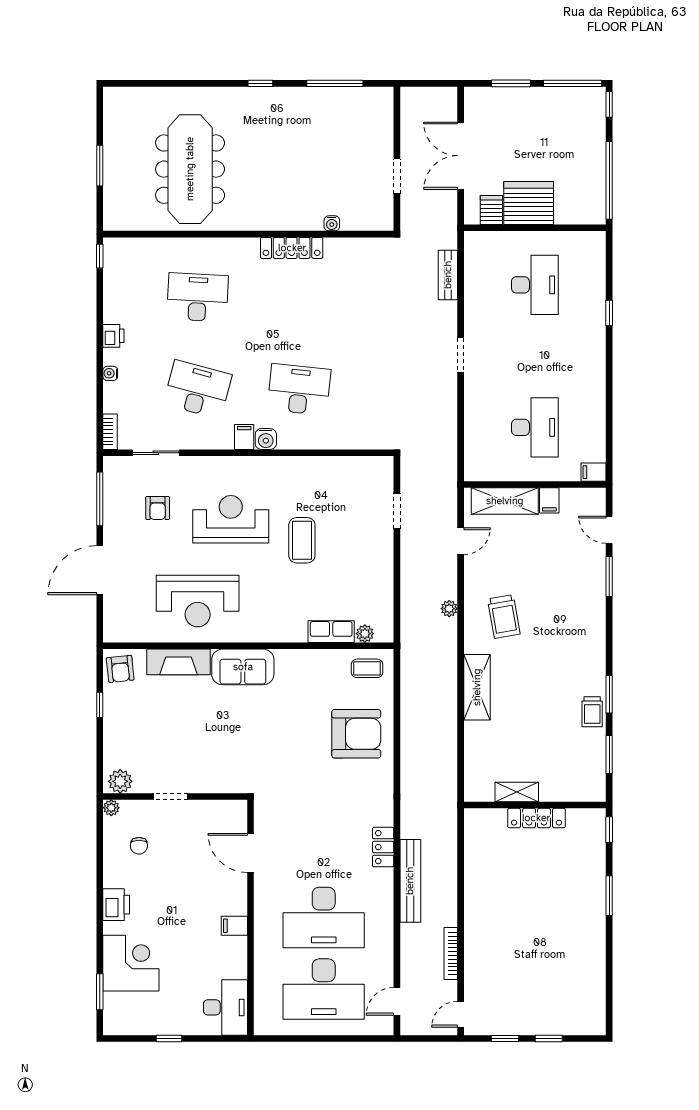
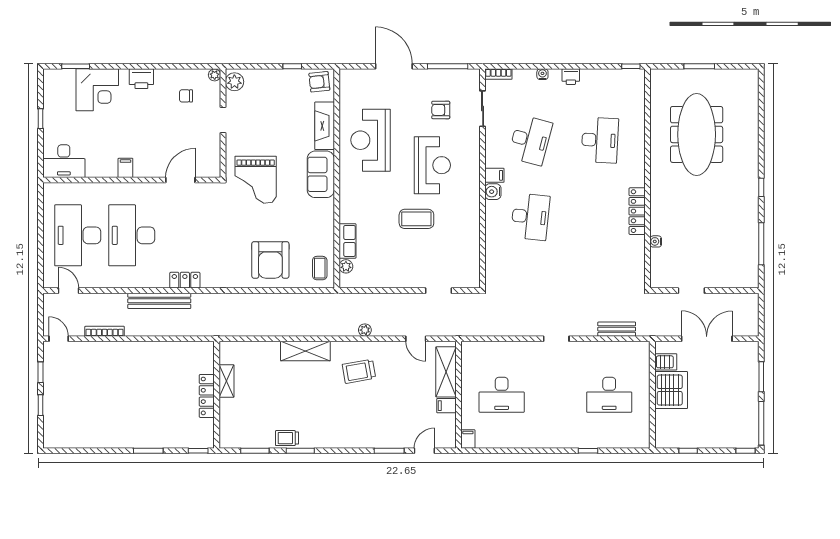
meeting table: (190, 169) -> (697, 134), turned 90
window: (609, 180) -> (688, 451), width x0.32
grand piano: (250, 753) -> (256, 180), added

